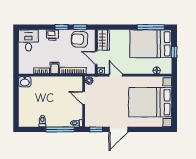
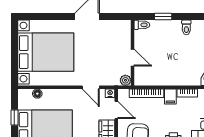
window: (60, 129) -> (163, 17), width x0.46
window: (96, 129) -> (116, 17), removed

